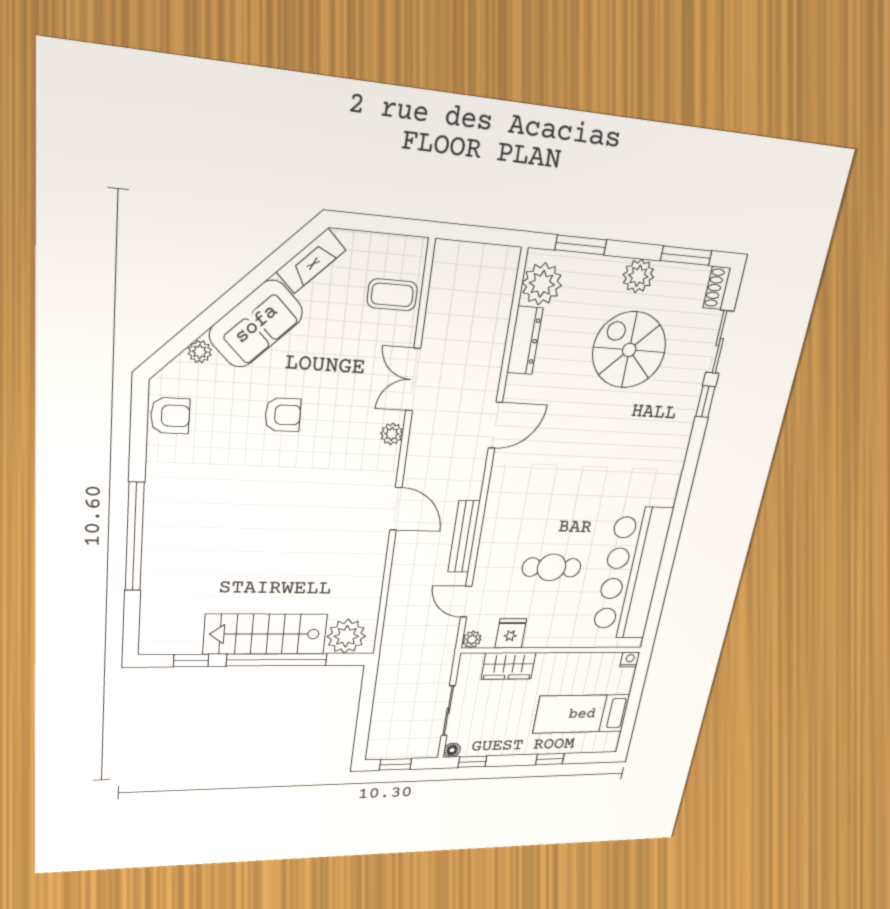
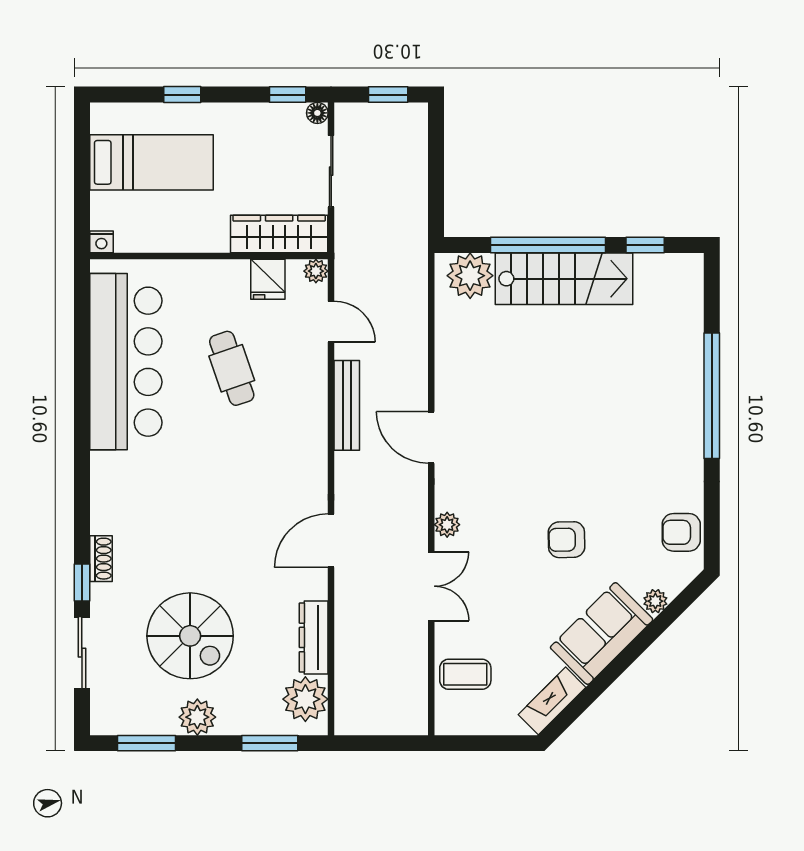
shoe rack: (717, 288) -> (101, 559), moved
cafe table: (552, 567) -> (232, 368), turned 71
wardrobe: (509, 666) -> (279, 234), width x1.50

